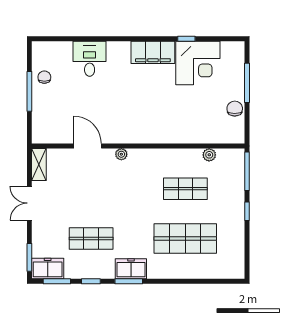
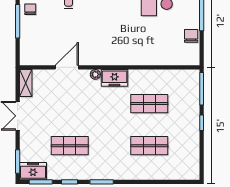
door: (88, 146) -> (67, 67), hinge flipped
plant: (209, 155) -> (170, 75), removed
shop shelf: (185, 238) -> (149, 146), width x0.70, depth x0.74
freezer: (131, 269) -> (114, 78), moved, turned 180

